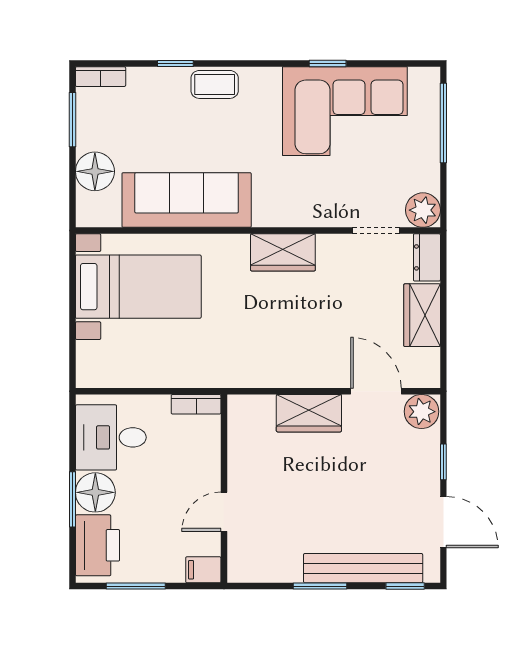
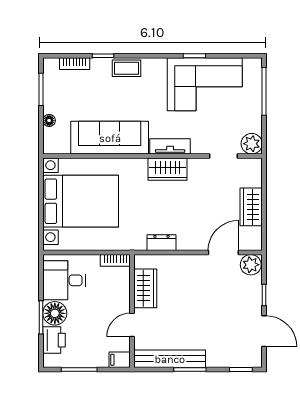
bookcase: (101, 77) -> (75, 64), moved
floor lamp: (95, 171) -> (49, 120), width x0.53, depth x0.53
tv unit: (287, 215) -> (170, 146), added
dresser: (427, 257) -> (161, 243), moved, turned 90
bed with nightstands: (138, 287) -> (81, 201), width x1.36
door: (376, 391) -> (223, 253), hinge flipped
wardrobe: (309, 413) -> (145, 288), moved, turned -90
printer: (98, 545) -> (54, 340), width x0.73, depth x0.84
bench: (363, 568) -> (170, 359), moved

